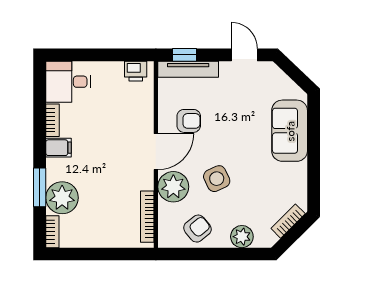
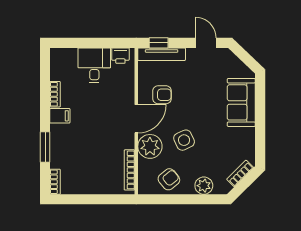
desk: (68, 82) -> (94, 65), moved, turned 90
plant: (62, 198) -> (63, 155), removed

